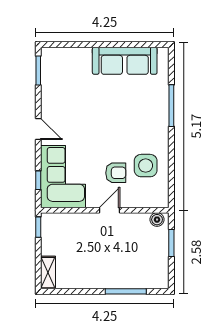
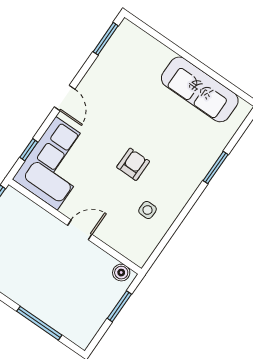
window: (171, 106) -> (216, 167), width x0.69
side table: (146, 166) -> (148, 210), width x0.54, depth x0.54
armchair: (116, 173) -> (133, 164), moved, turned -90

